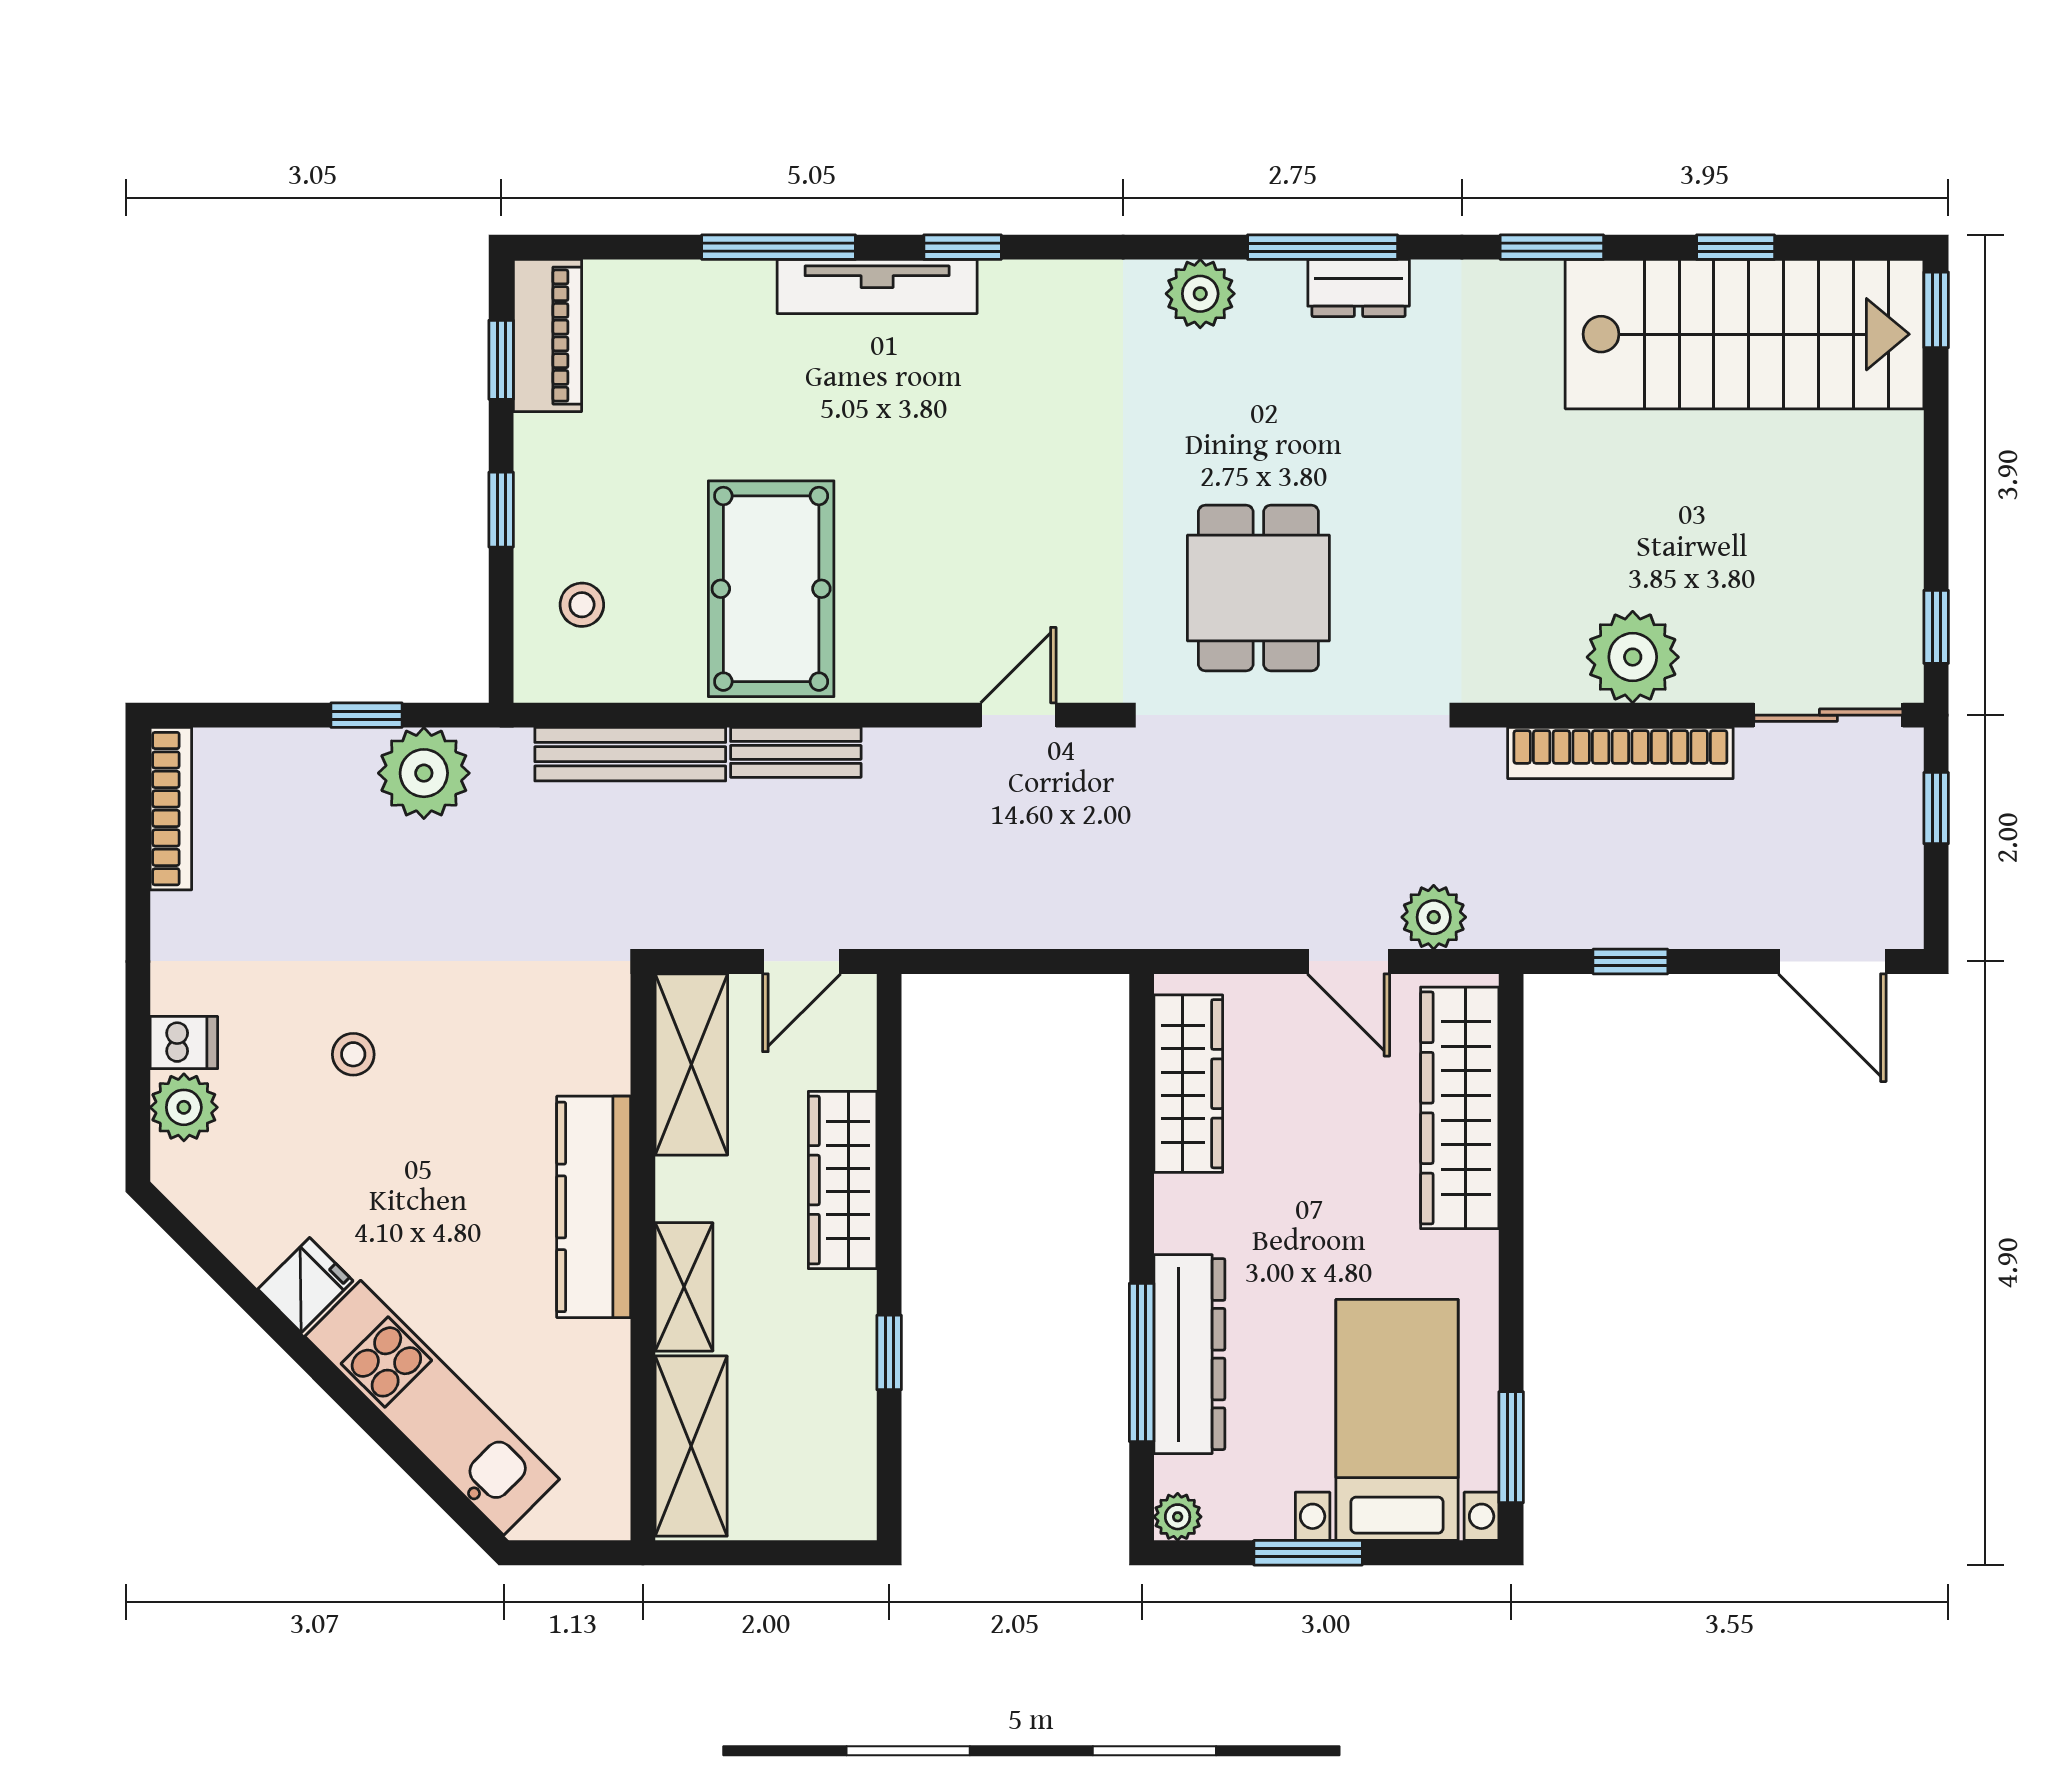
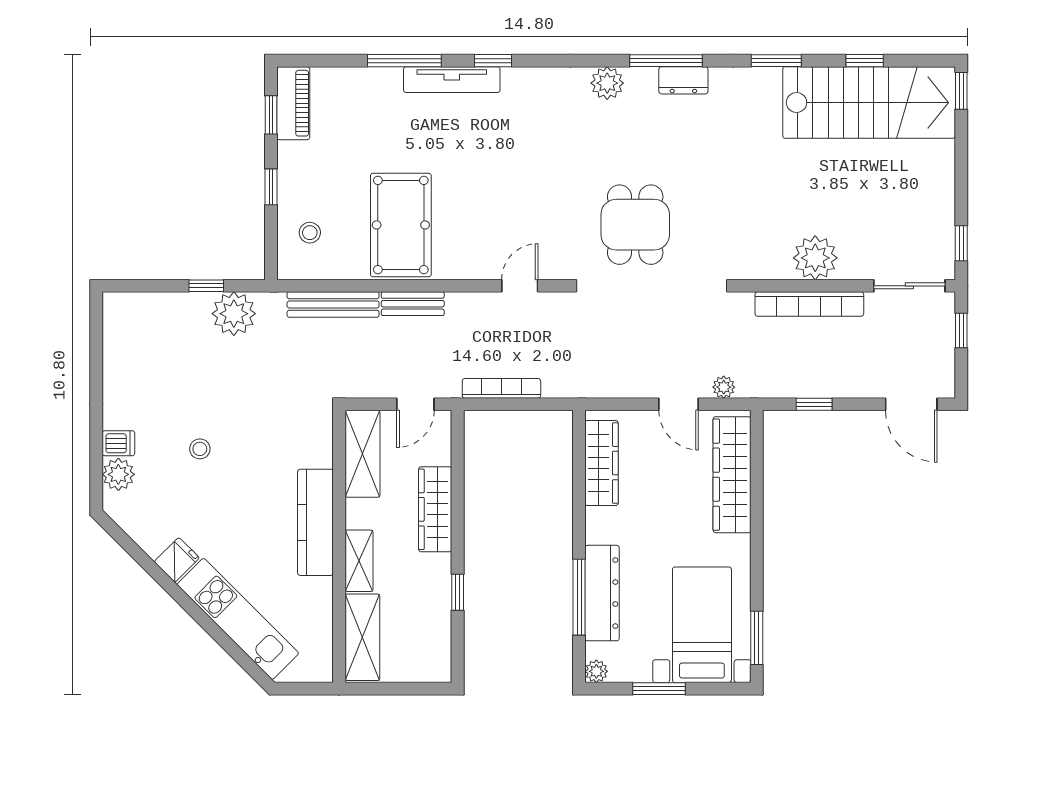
bookcase: (171, 809) -> (501, 388), moved, turned -90
plant: (1434, 917) -> (724, 387), width x0.73, depth x0.73

